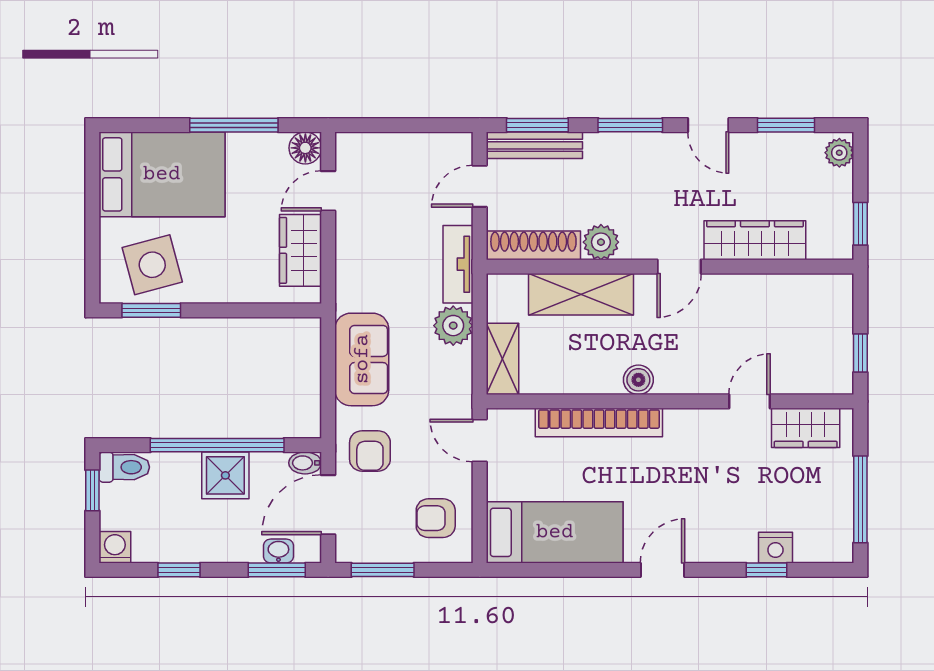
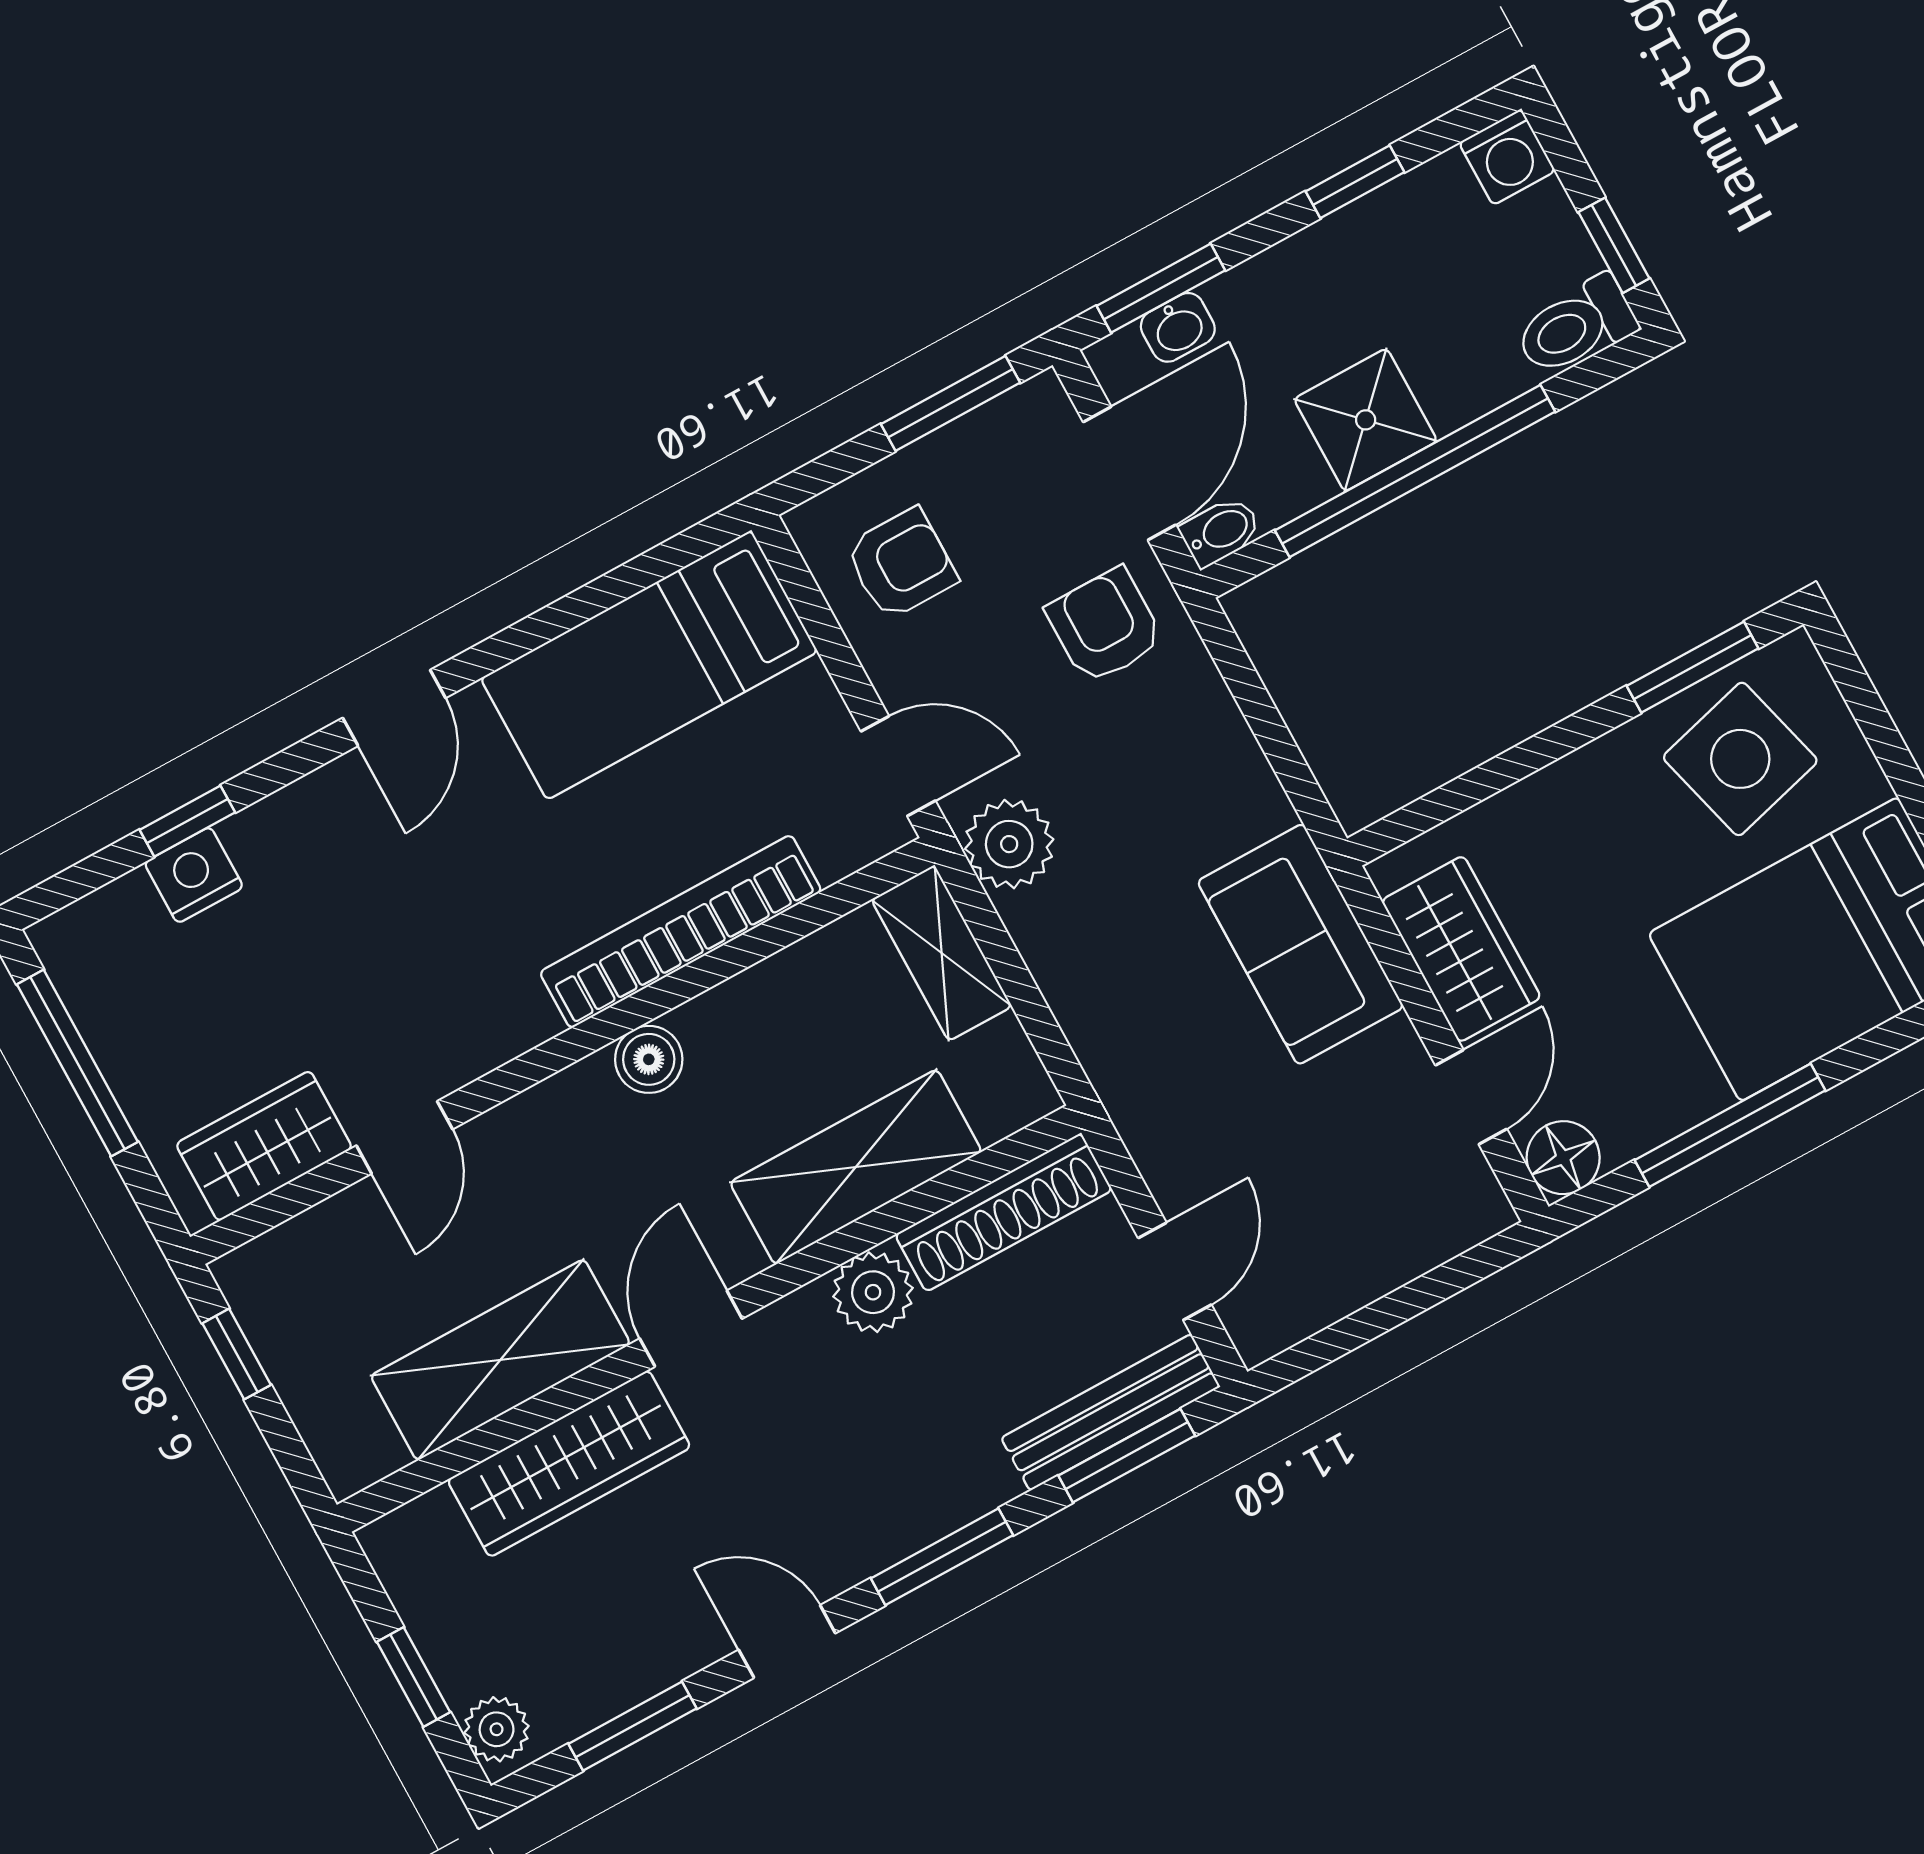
window: (860, 224) -> (414, 1677), moved
tv unit: (458, 264) -> (1133, 1093), removed
shelving: (759, 295) -> (500, 1360), added
plant: (453, 326) -> (1009, 844), moved
sofa: (362, 359) -> (1300, 944), moved

